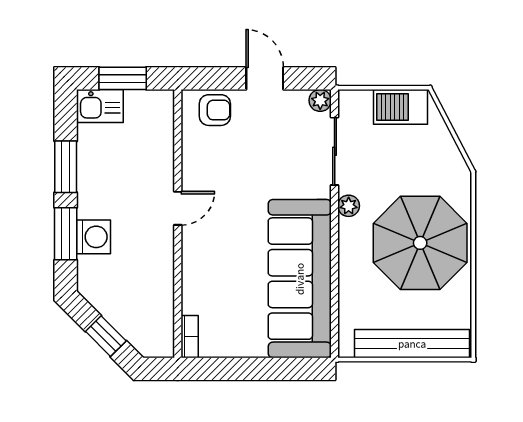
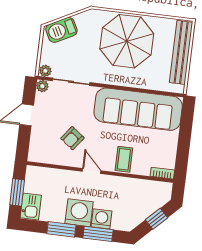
barbecue: (400, 107) -> (61, 30), moved, turned 63
armchair: (215, 110) -> (72, 138), moved, turned -143
washing machine: (100, 195) -> (79, 213), added
plant: (349, 206) -> (45, 71), moved
coffee table: (206, 264) -> (124, 159), added

